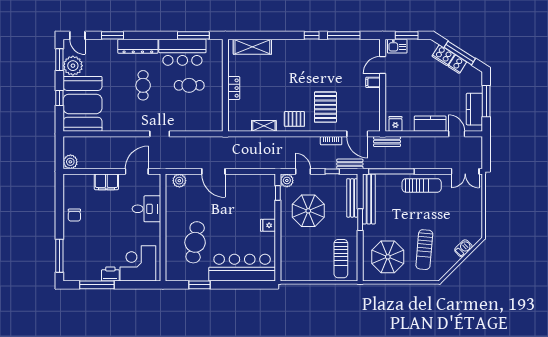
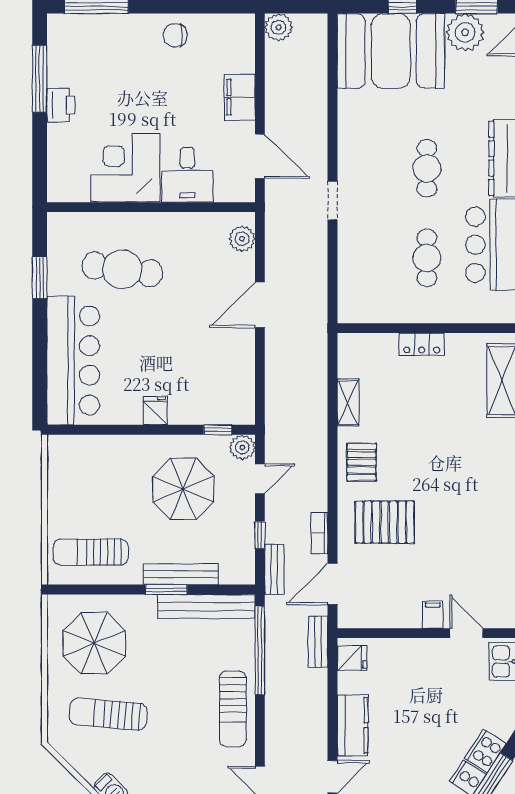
cafe table: (143, 85) -> (427, 168), turned 90
bench: (352, 198) -> (181, 574), moved
corner desk: (138, 263) -> (125, 168), moved, turned -90

